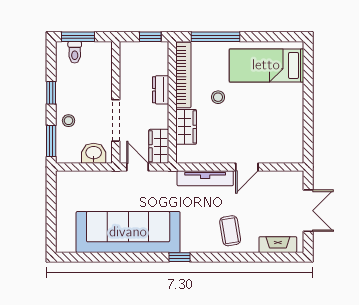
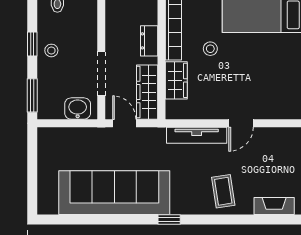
stool: (69, 121) -> (51, 50), moved
wardrobe: (159, 146) -> (147, 92), width x1.50

